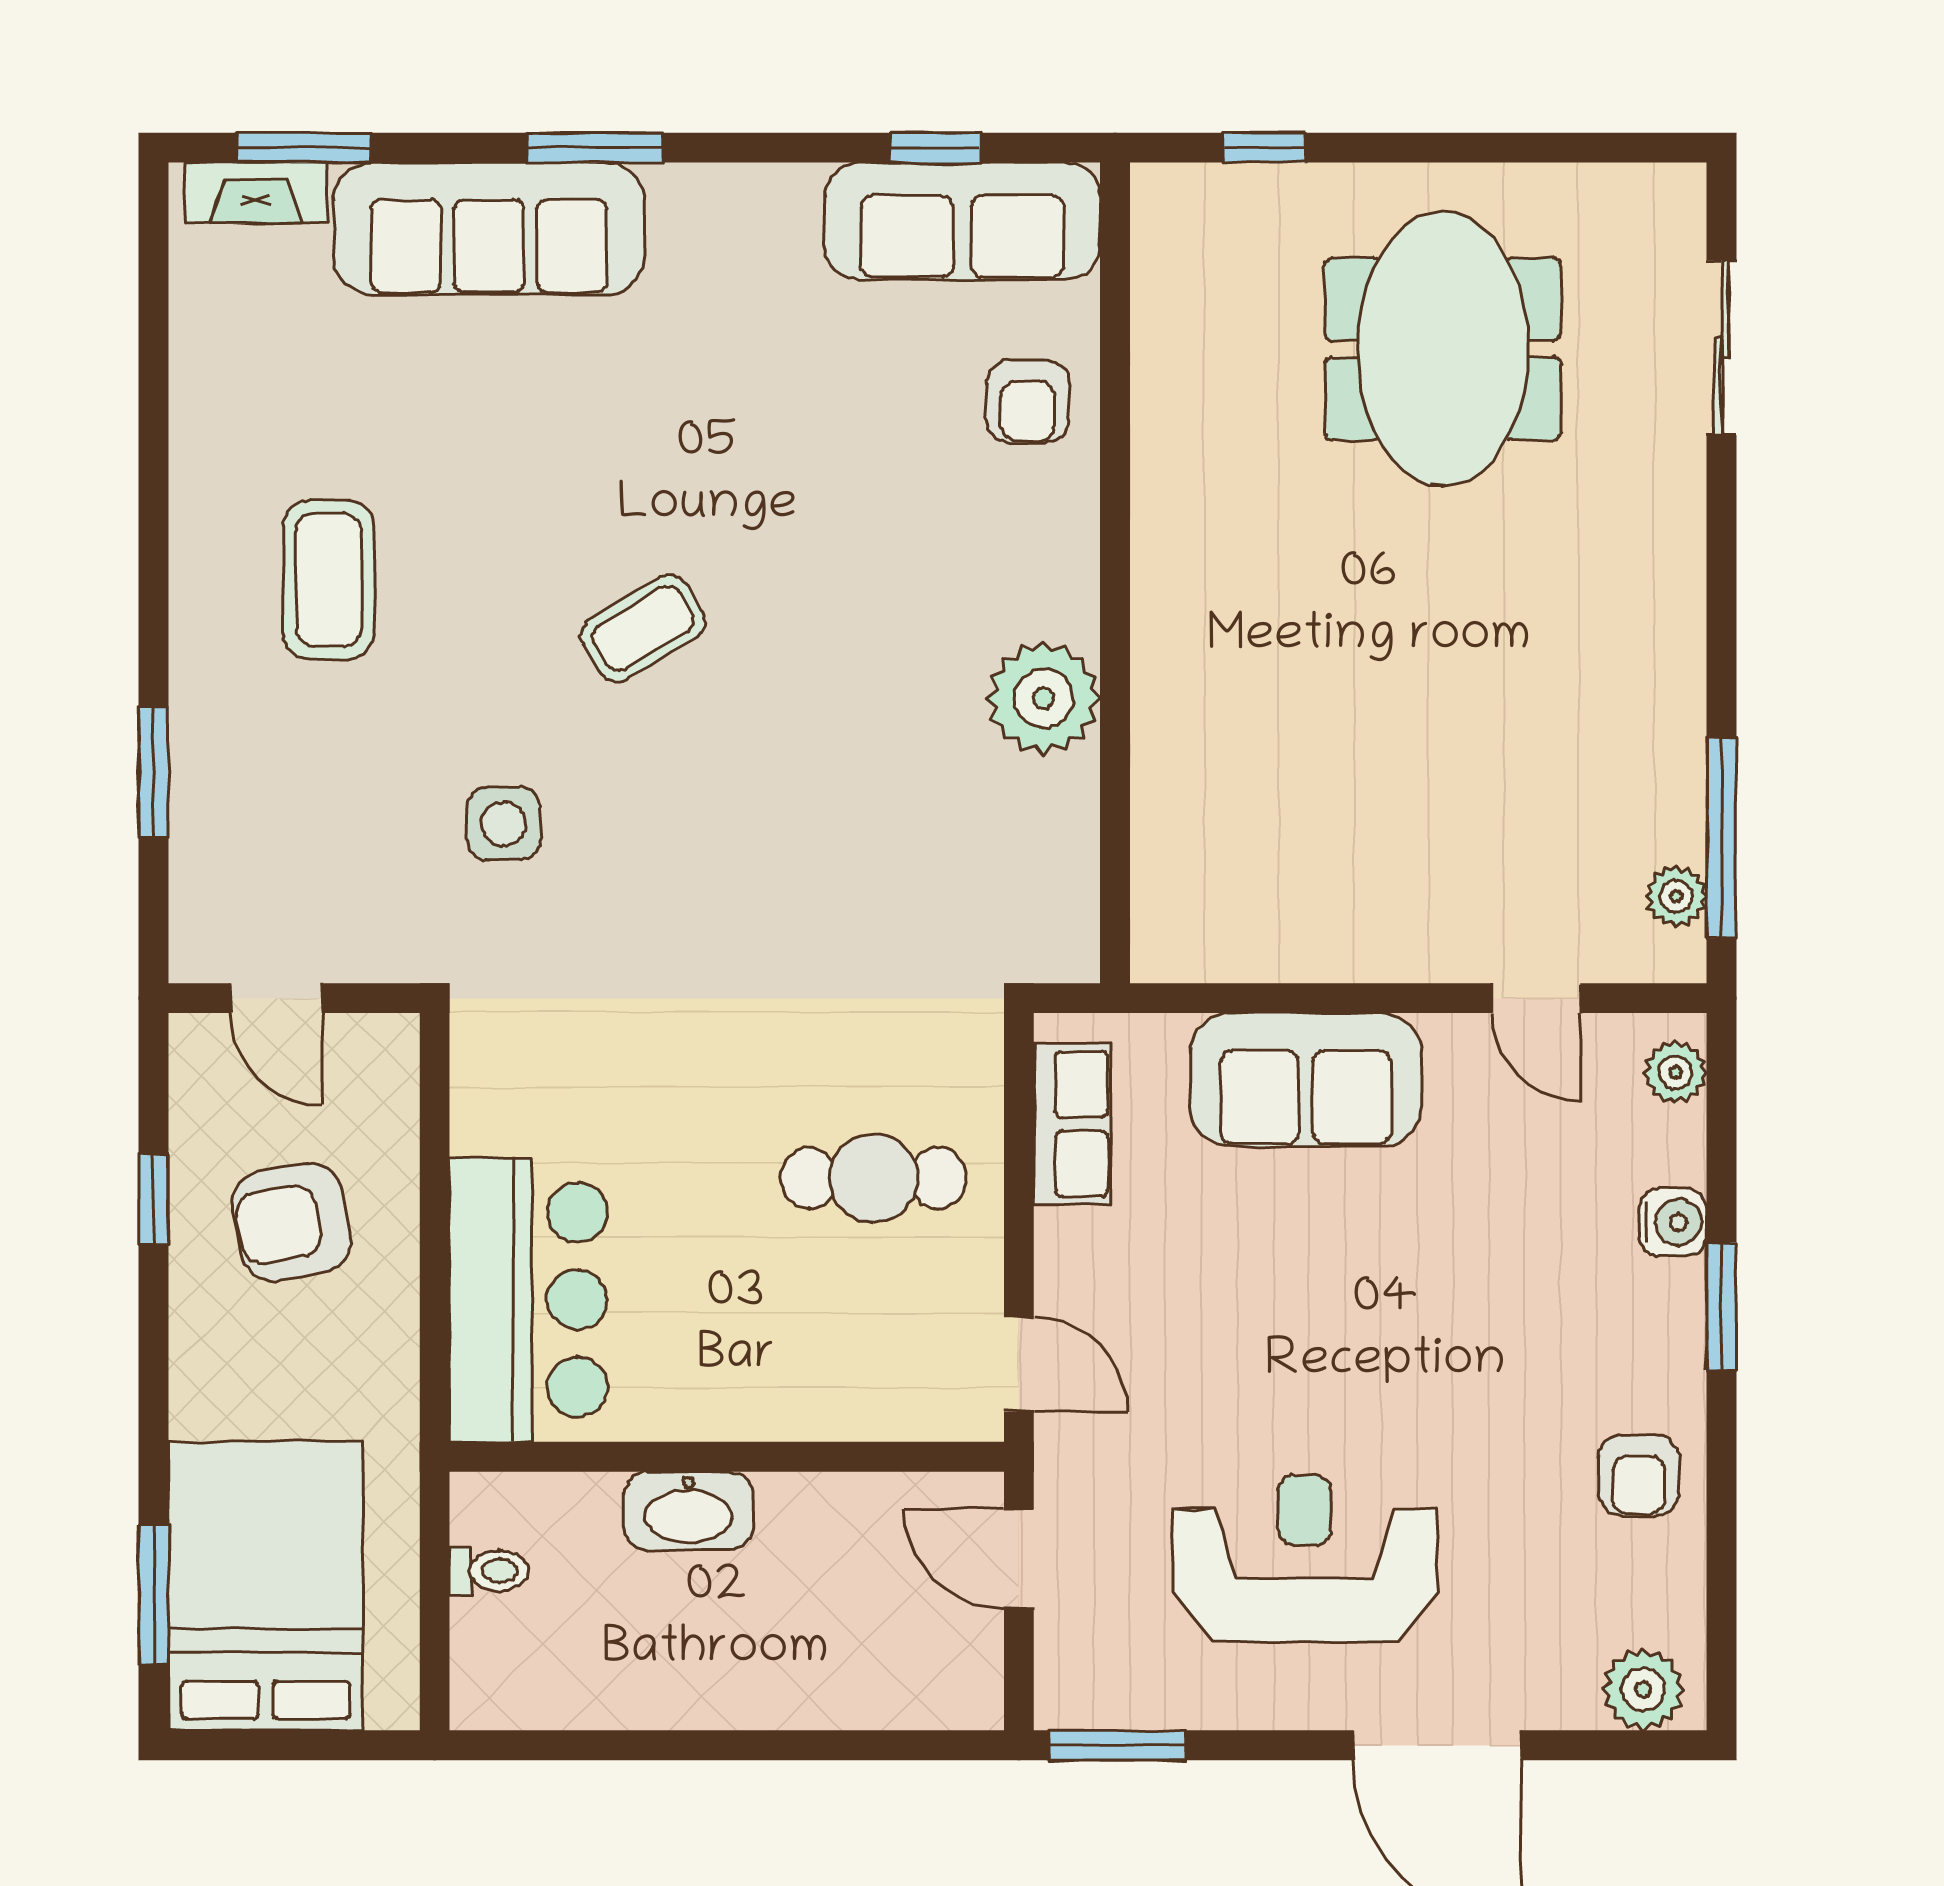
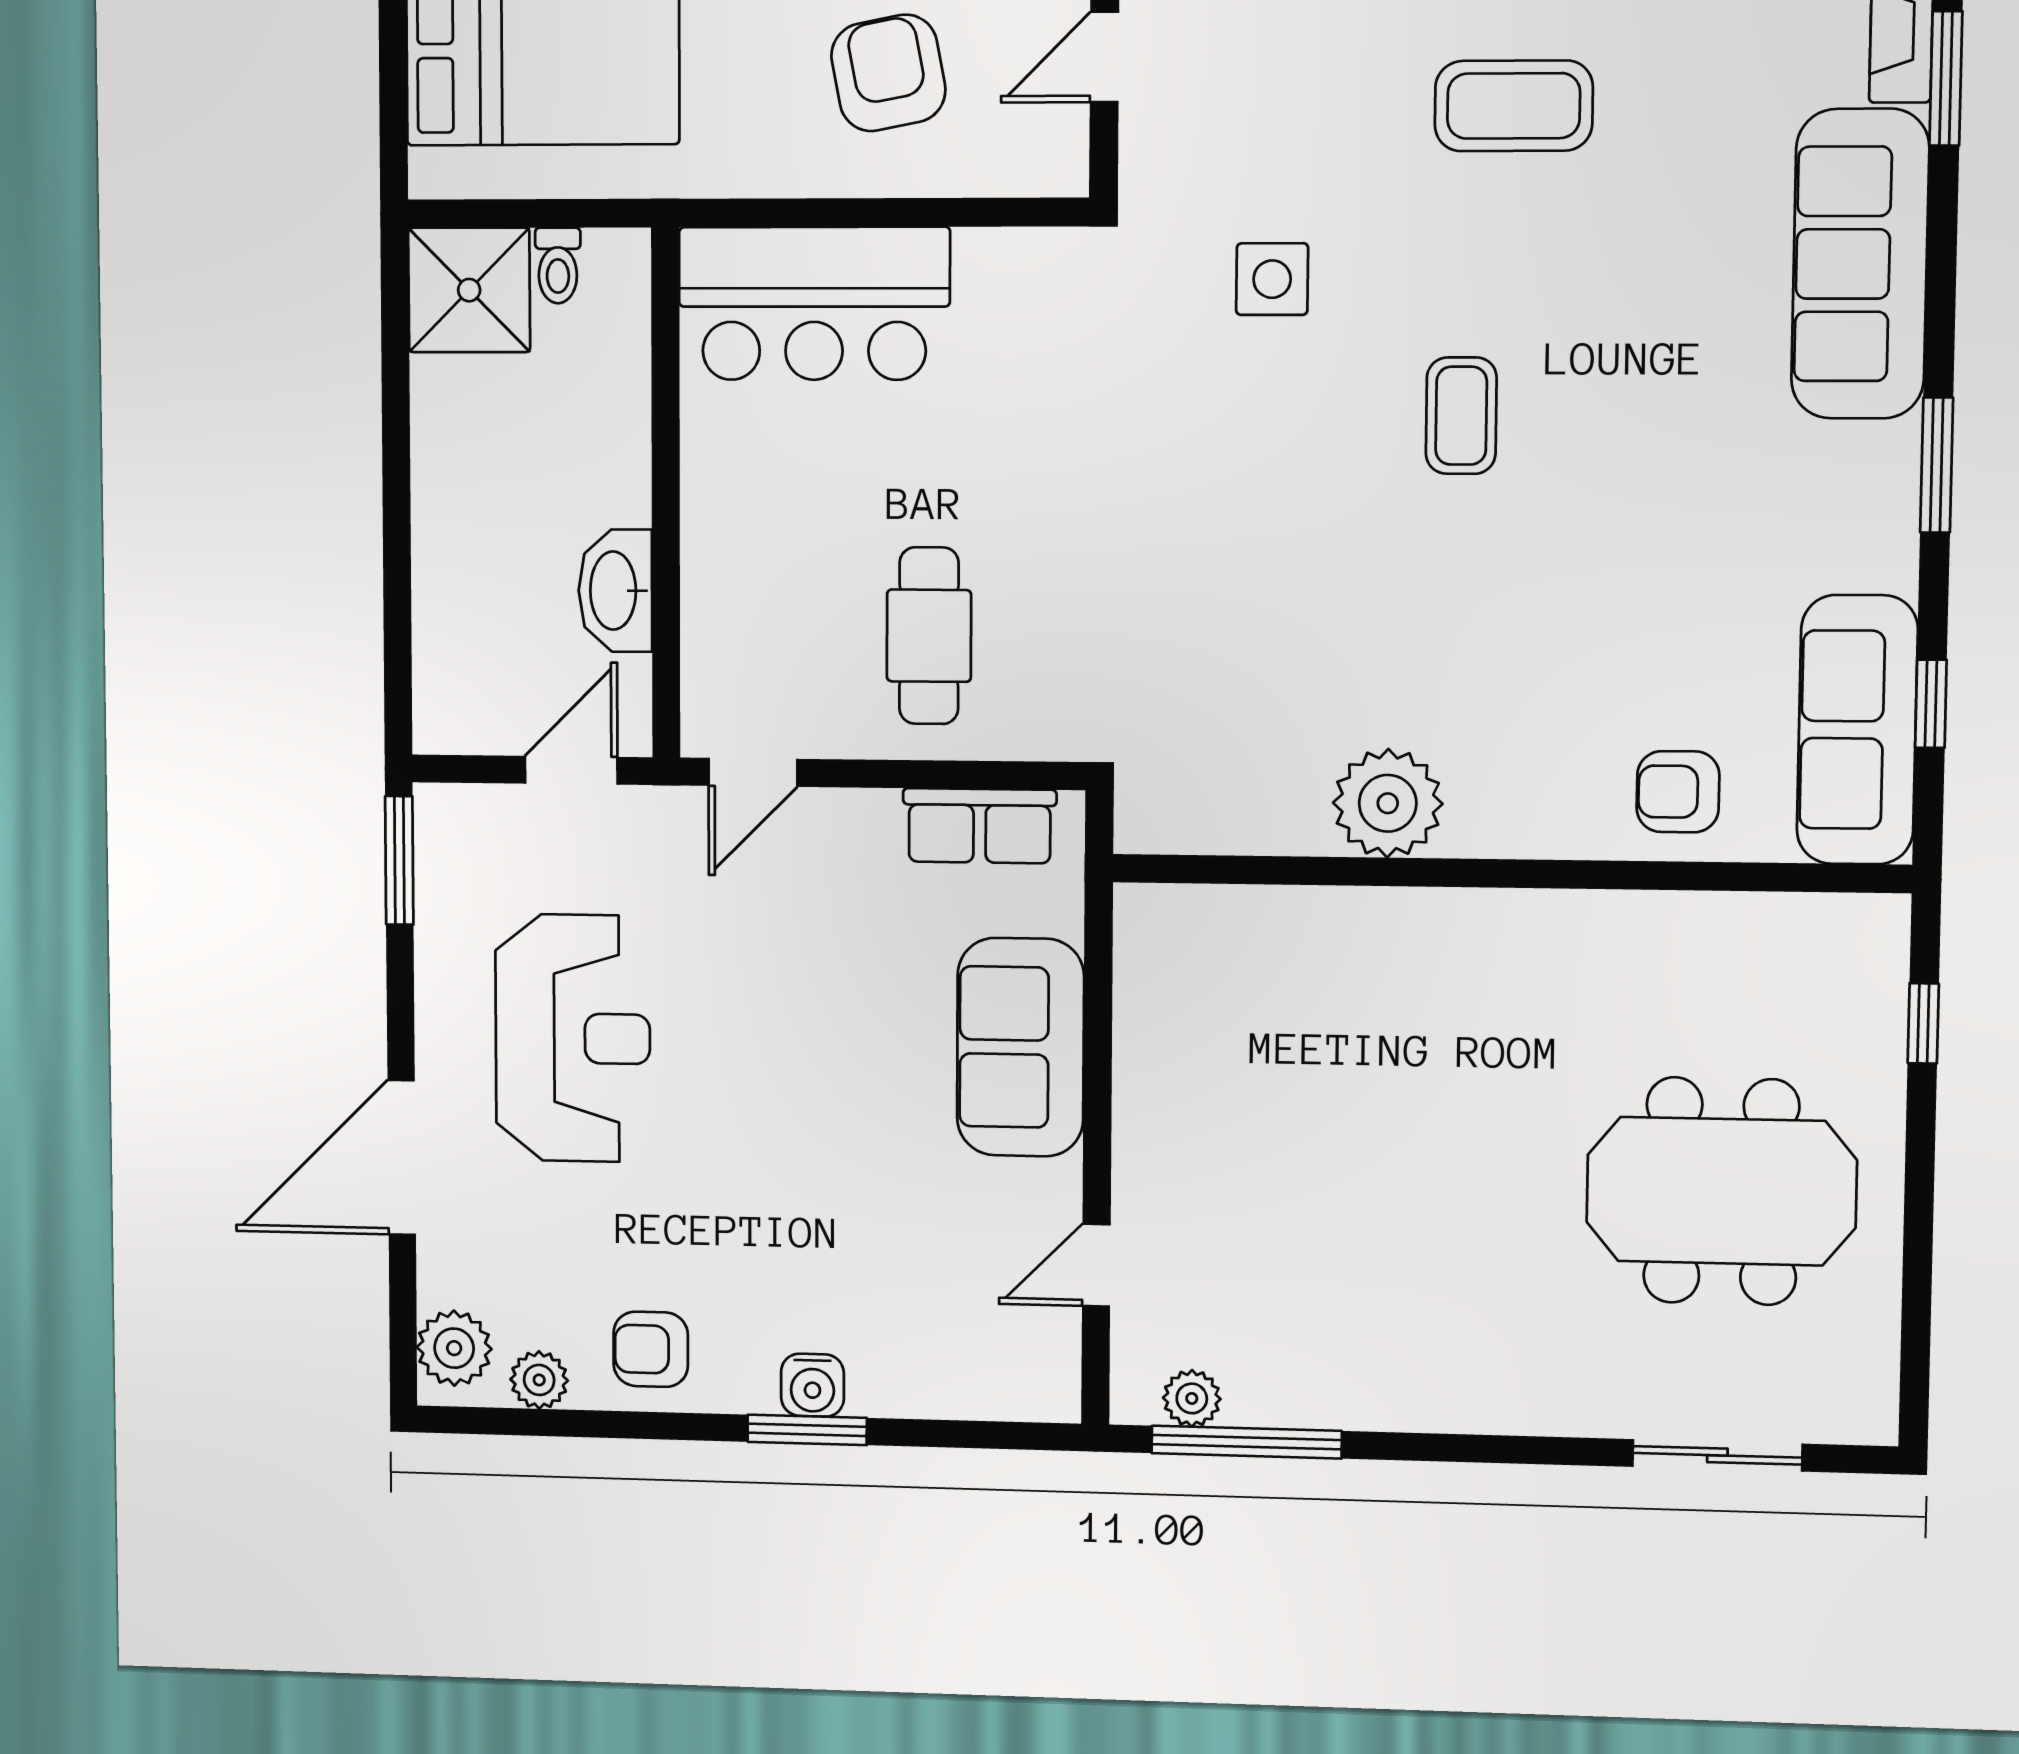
window: (595, 148) -> (1937, 465), moved
coffee table: (643, 628) -> (1461, 416), turned 31
plant: (1675, 1072) -> (539, 1380), moved
water cooler: (1673, 1222) -> (812, 1385), moved
washbasin: (688, 1511) -> (615, 591), moved
shower: (514, 1666) -> (469, 290), added

